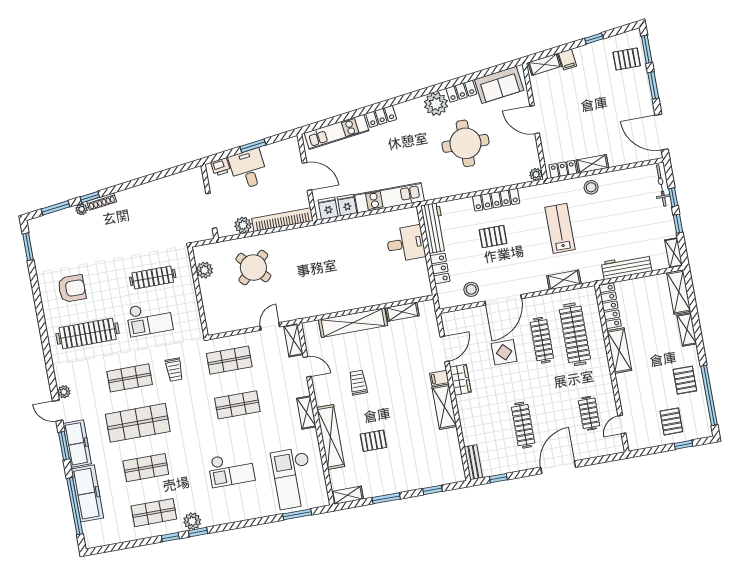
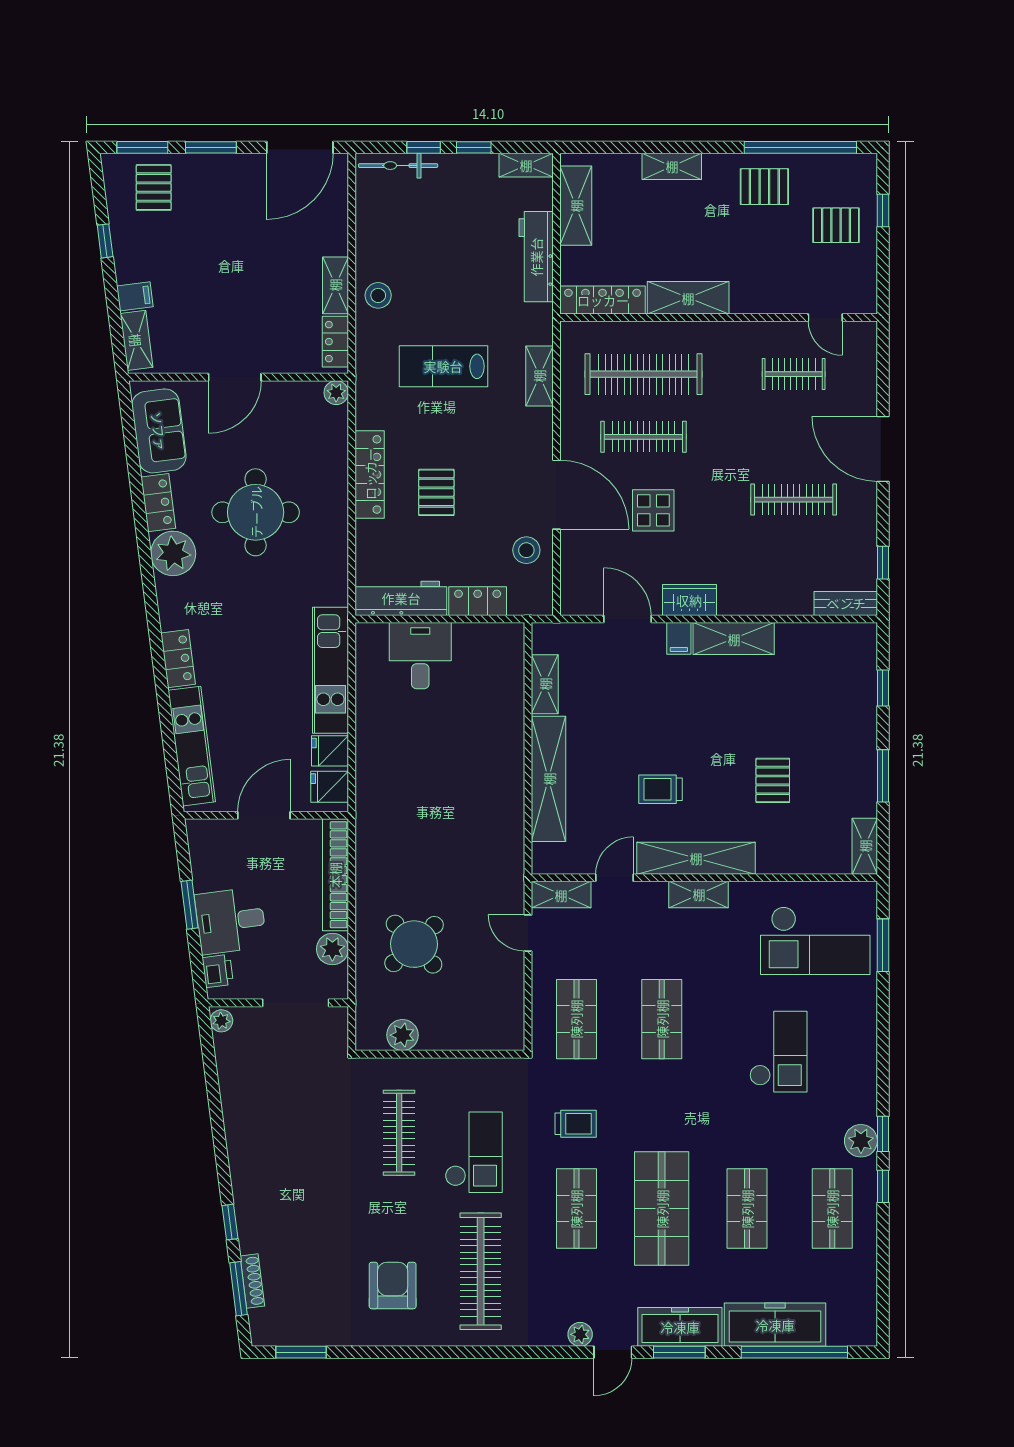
shoe rack: (102, 202) -> (252, 1281), moved
plant: (82, 209) -> (221, 1021), moved
shelving: (679, 292) -> (576, 206), moved, turned 90
shelving: (330, 437) -> (696, 858), moved

